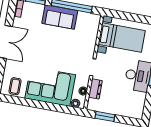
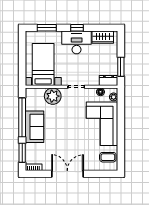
plant: (88, 41) -> (53, 96), added
dresser: (95, 89) -> (109, 81), moved
wardrobe: (139, 104) -> (103, 37), added

